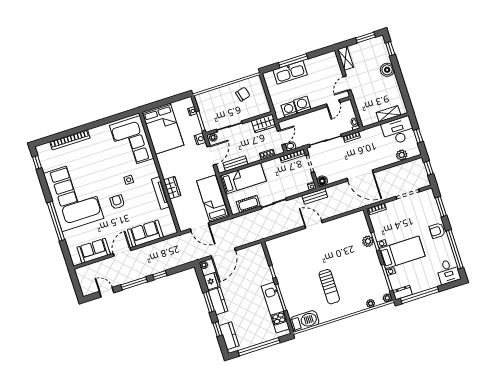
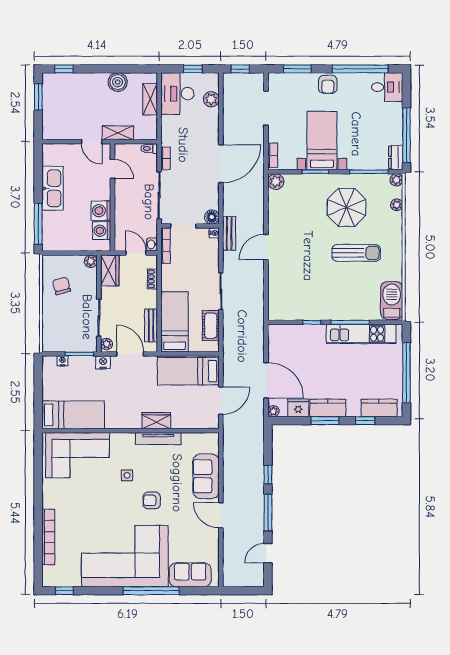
shelving: (346, 58) -> (118, 133), moved
window: (293, 61) -> (38, 224), moved
boiler: (387, 70) -> (118, 82), moved
kitchen sink: (290, 72) -> (53, 188), moved
plant: (266, 109) -> (91, 261), added
bed: (163, 129) -> (73, 415), width x0.67
plant: (368, 241) -> (276, 182), moved
sofa: (94, 251) -> (190, 575), moved, turned 90
bed with nightstands: (402, 252) -> (322, 141), moved
parasol: (358, 270) -> (346, 207), added

